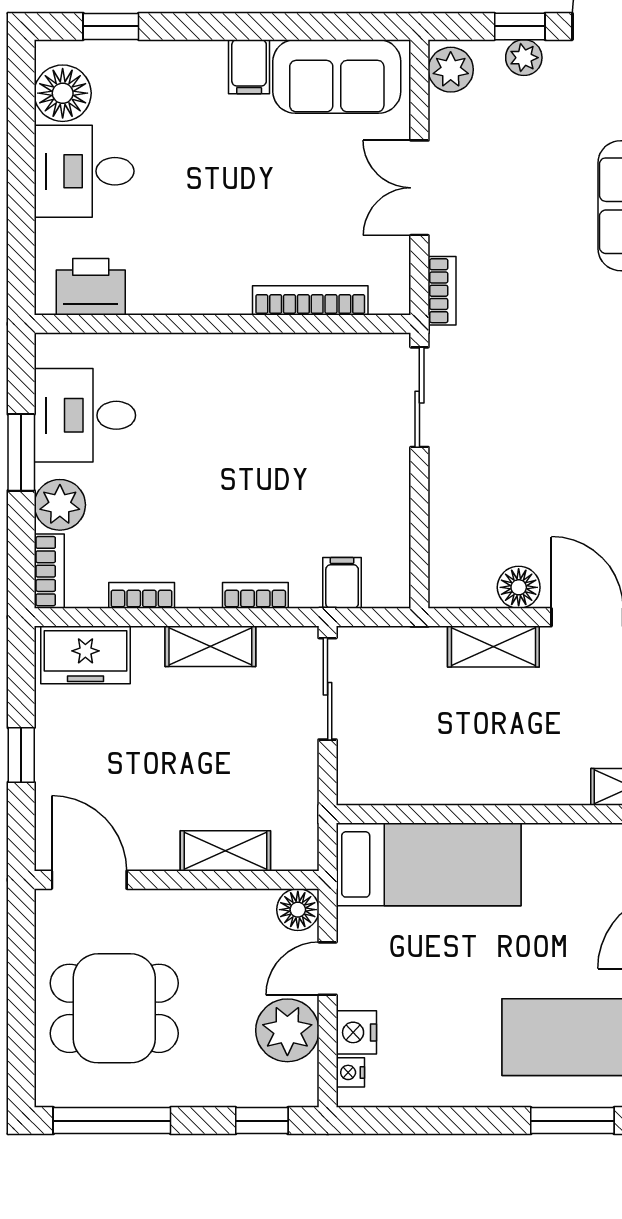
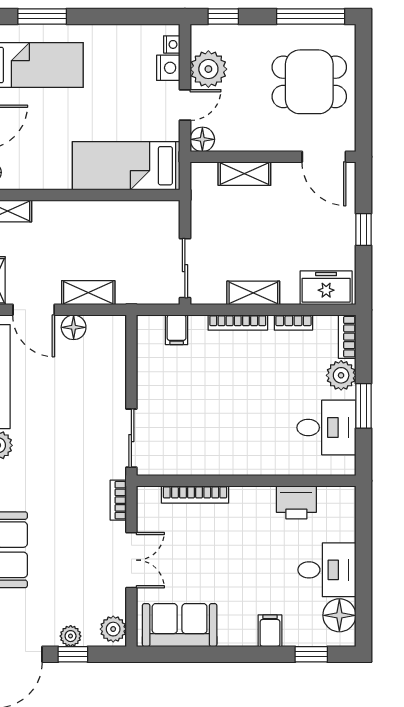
filing cabinet: (249, 67) -> (270, 631), moved
printer: (91, 287) -> (296, 502), moved
bookcase: (255, 595) -> (238, 323), width x1.56

